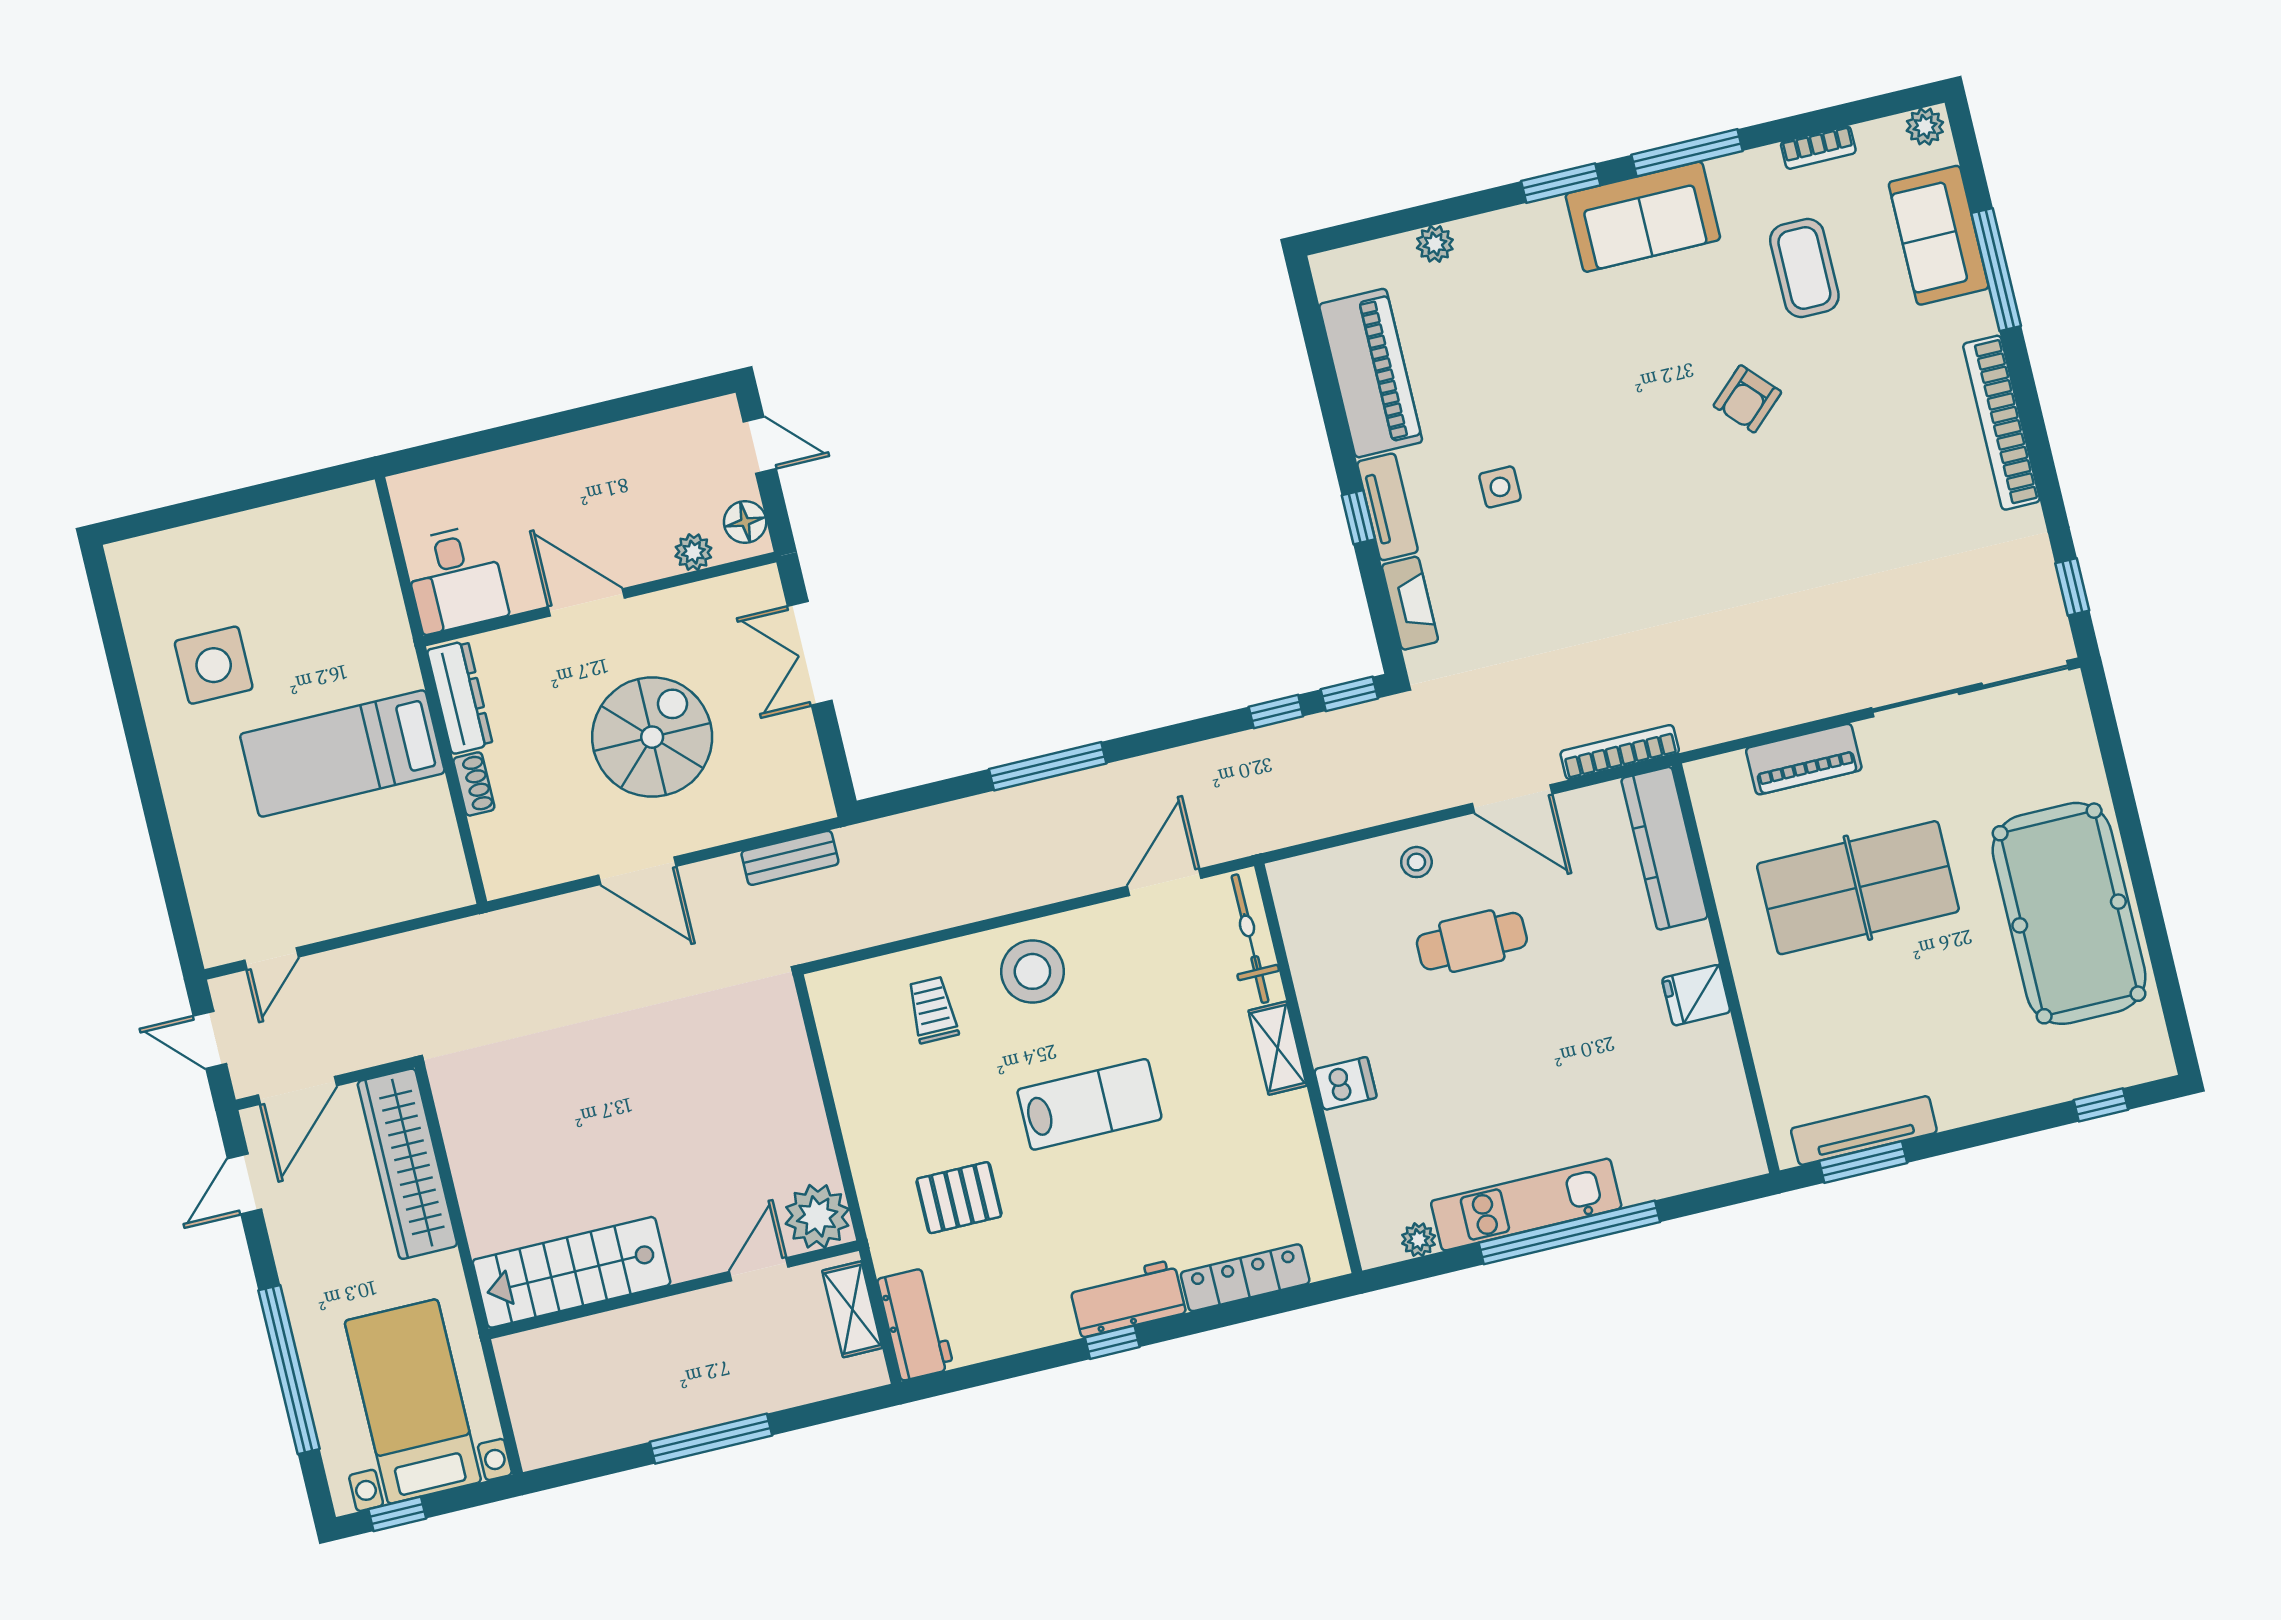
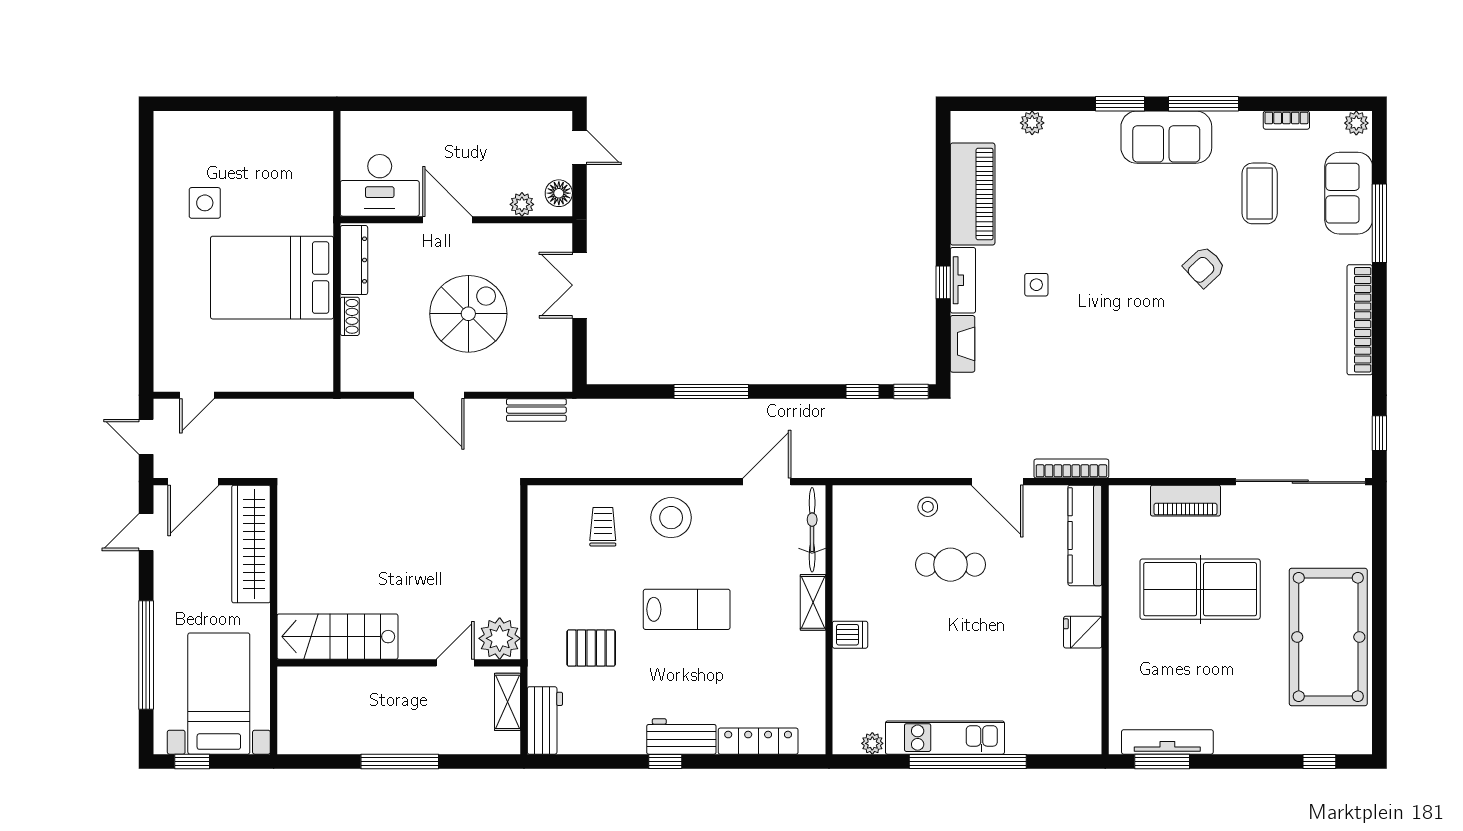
desk: (455, 579) -> (380, 185), width x1.37
side table: (214, 665) -> (205, 203), width x0.73, depth x0.73
bed: (342, 753) -> (272, 278), width x1.50

